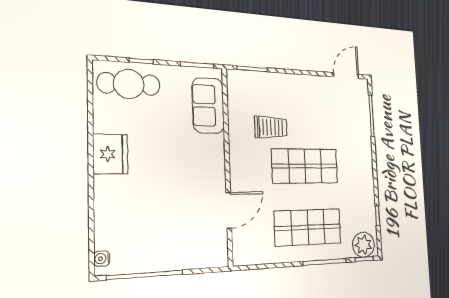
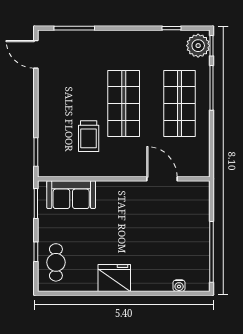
cafe table: (129, 84) -> (56, 262), width x0.73, depth x0.74
trolley: (271, 127) -> (89, 136), turned 180
water cooler: (102, 259) -> (179, 286), moved

